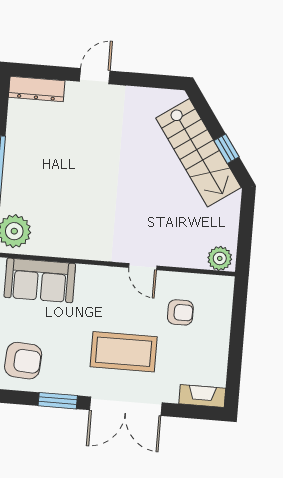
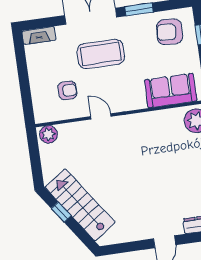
armchair: (180, 312) -> (67, 90), turned 180

